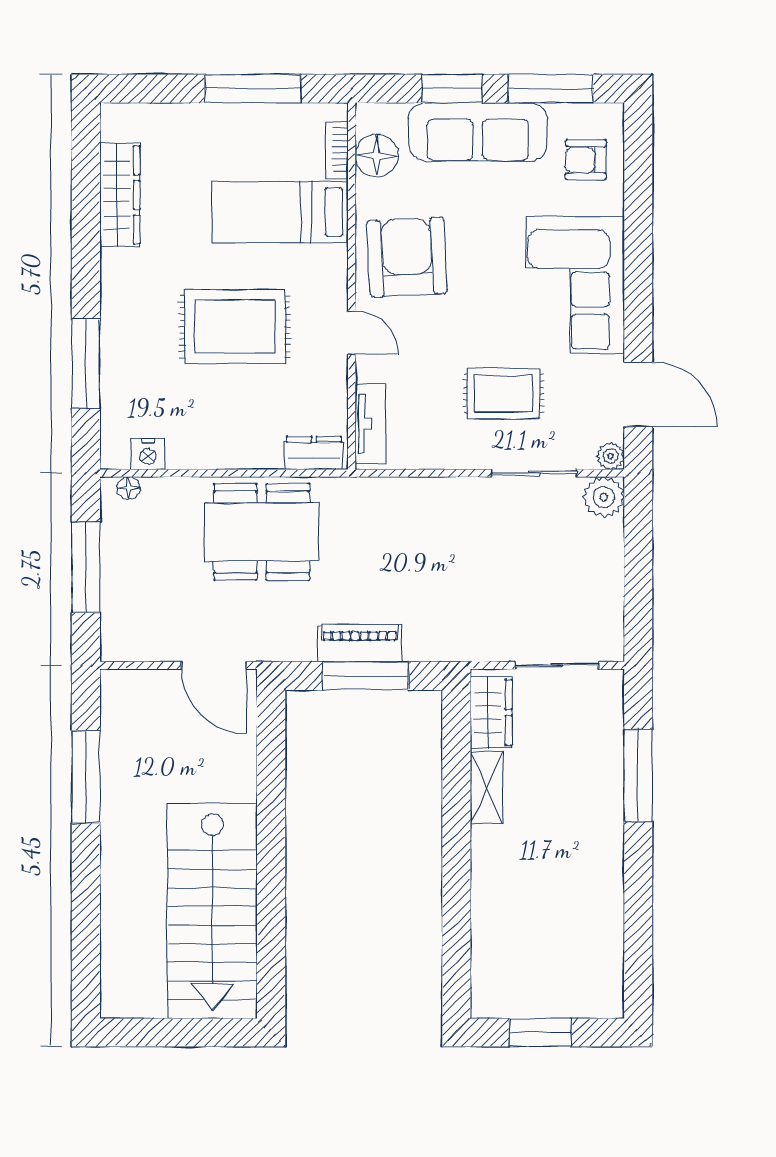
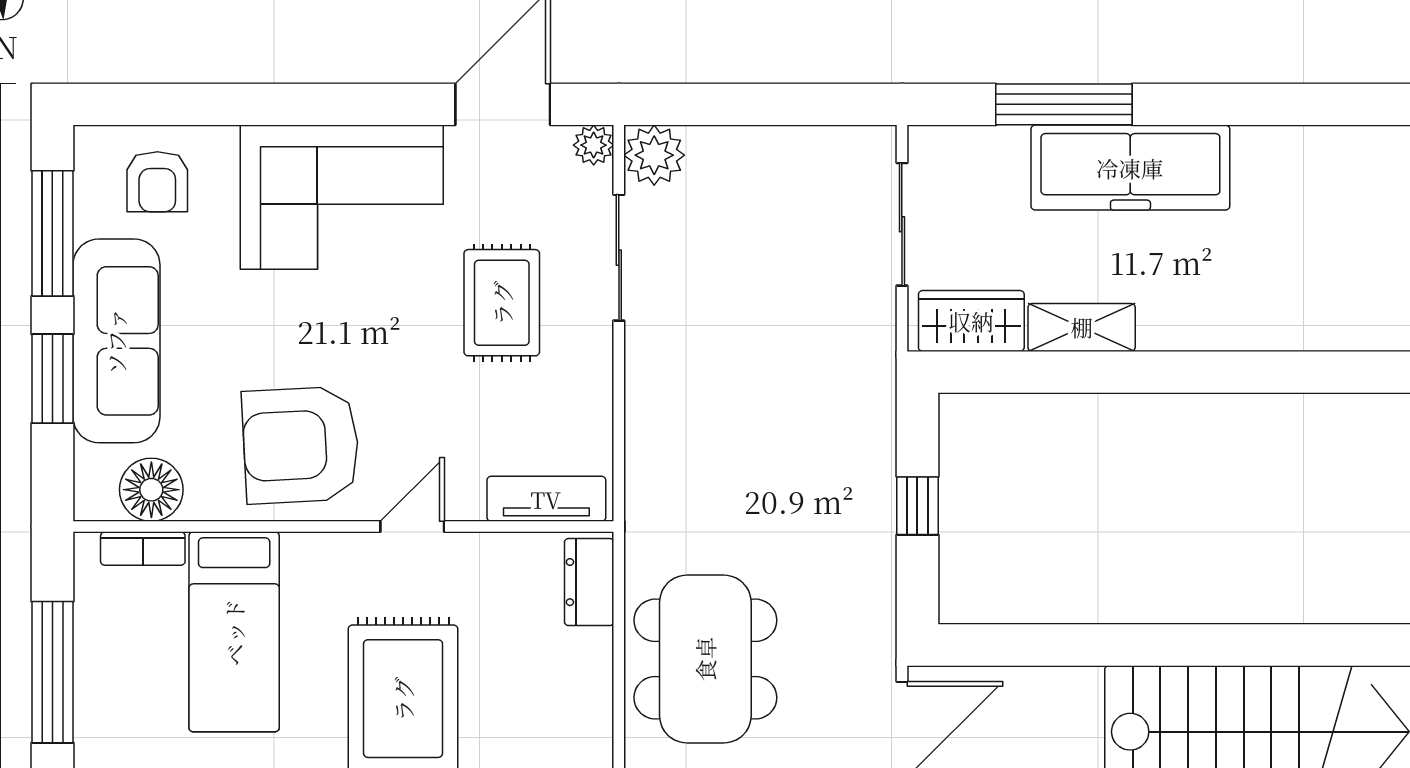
piano: (360, 643) -> (869, 515), removed
window: (366, 676) -> (917, 506), width x0.46
freezer: (595, 821) -> (1130, 168), added

